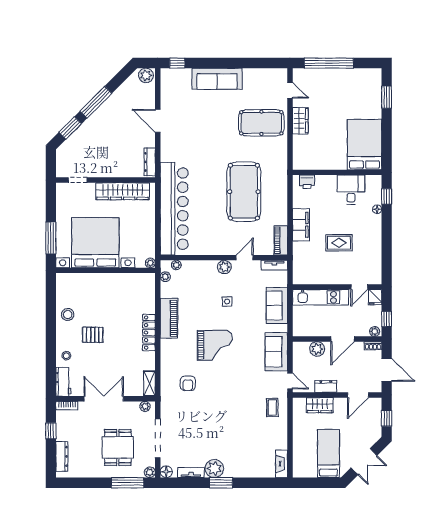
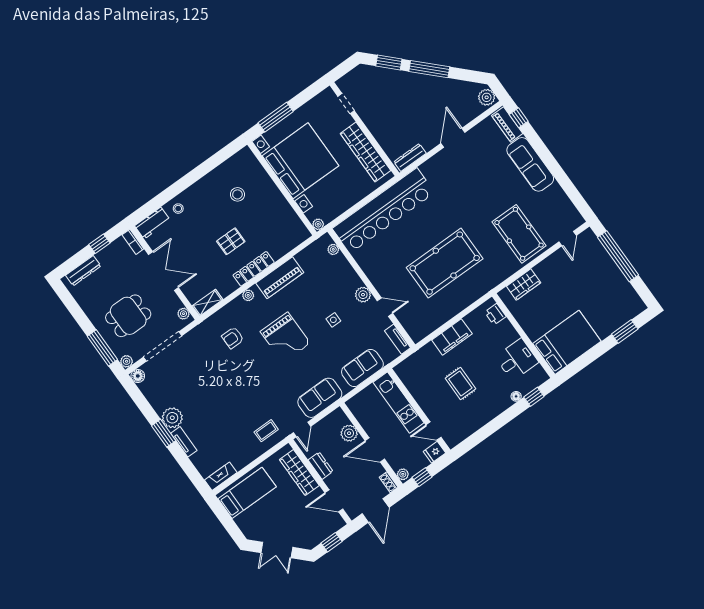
wardrobe: (300, 121) -> (524, 284), moved
piano: (281, 240) -> (507, 125), moved, turned -90
plant: (165, 277) -> (248, 295), moved
stool: (68, 314) -> (237, 194), moved
pallet: (93, 335) -> (231, 241), moved, turned 90
wardrobe: (320, 405) -> (299, 473), width x1.50
bed: (328, 453) -> (247, 493), moved
tv unit: (191, 473) -> (184, 442), moved

